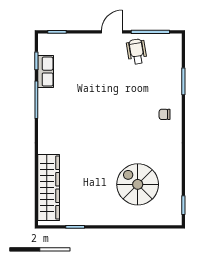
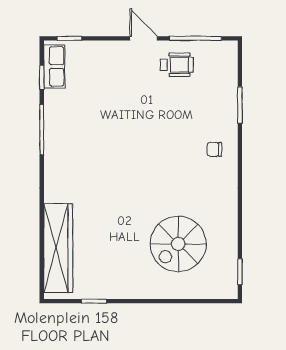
door: (112, 32) -> (144, 38), hinge flipped
wheelchair: (137, 52) -> (177, 65), turned 99
row of seats: (46, 72) -> (54, 66), moved
spiral stairs: (138, 184) -> (178, 244), turned -90

